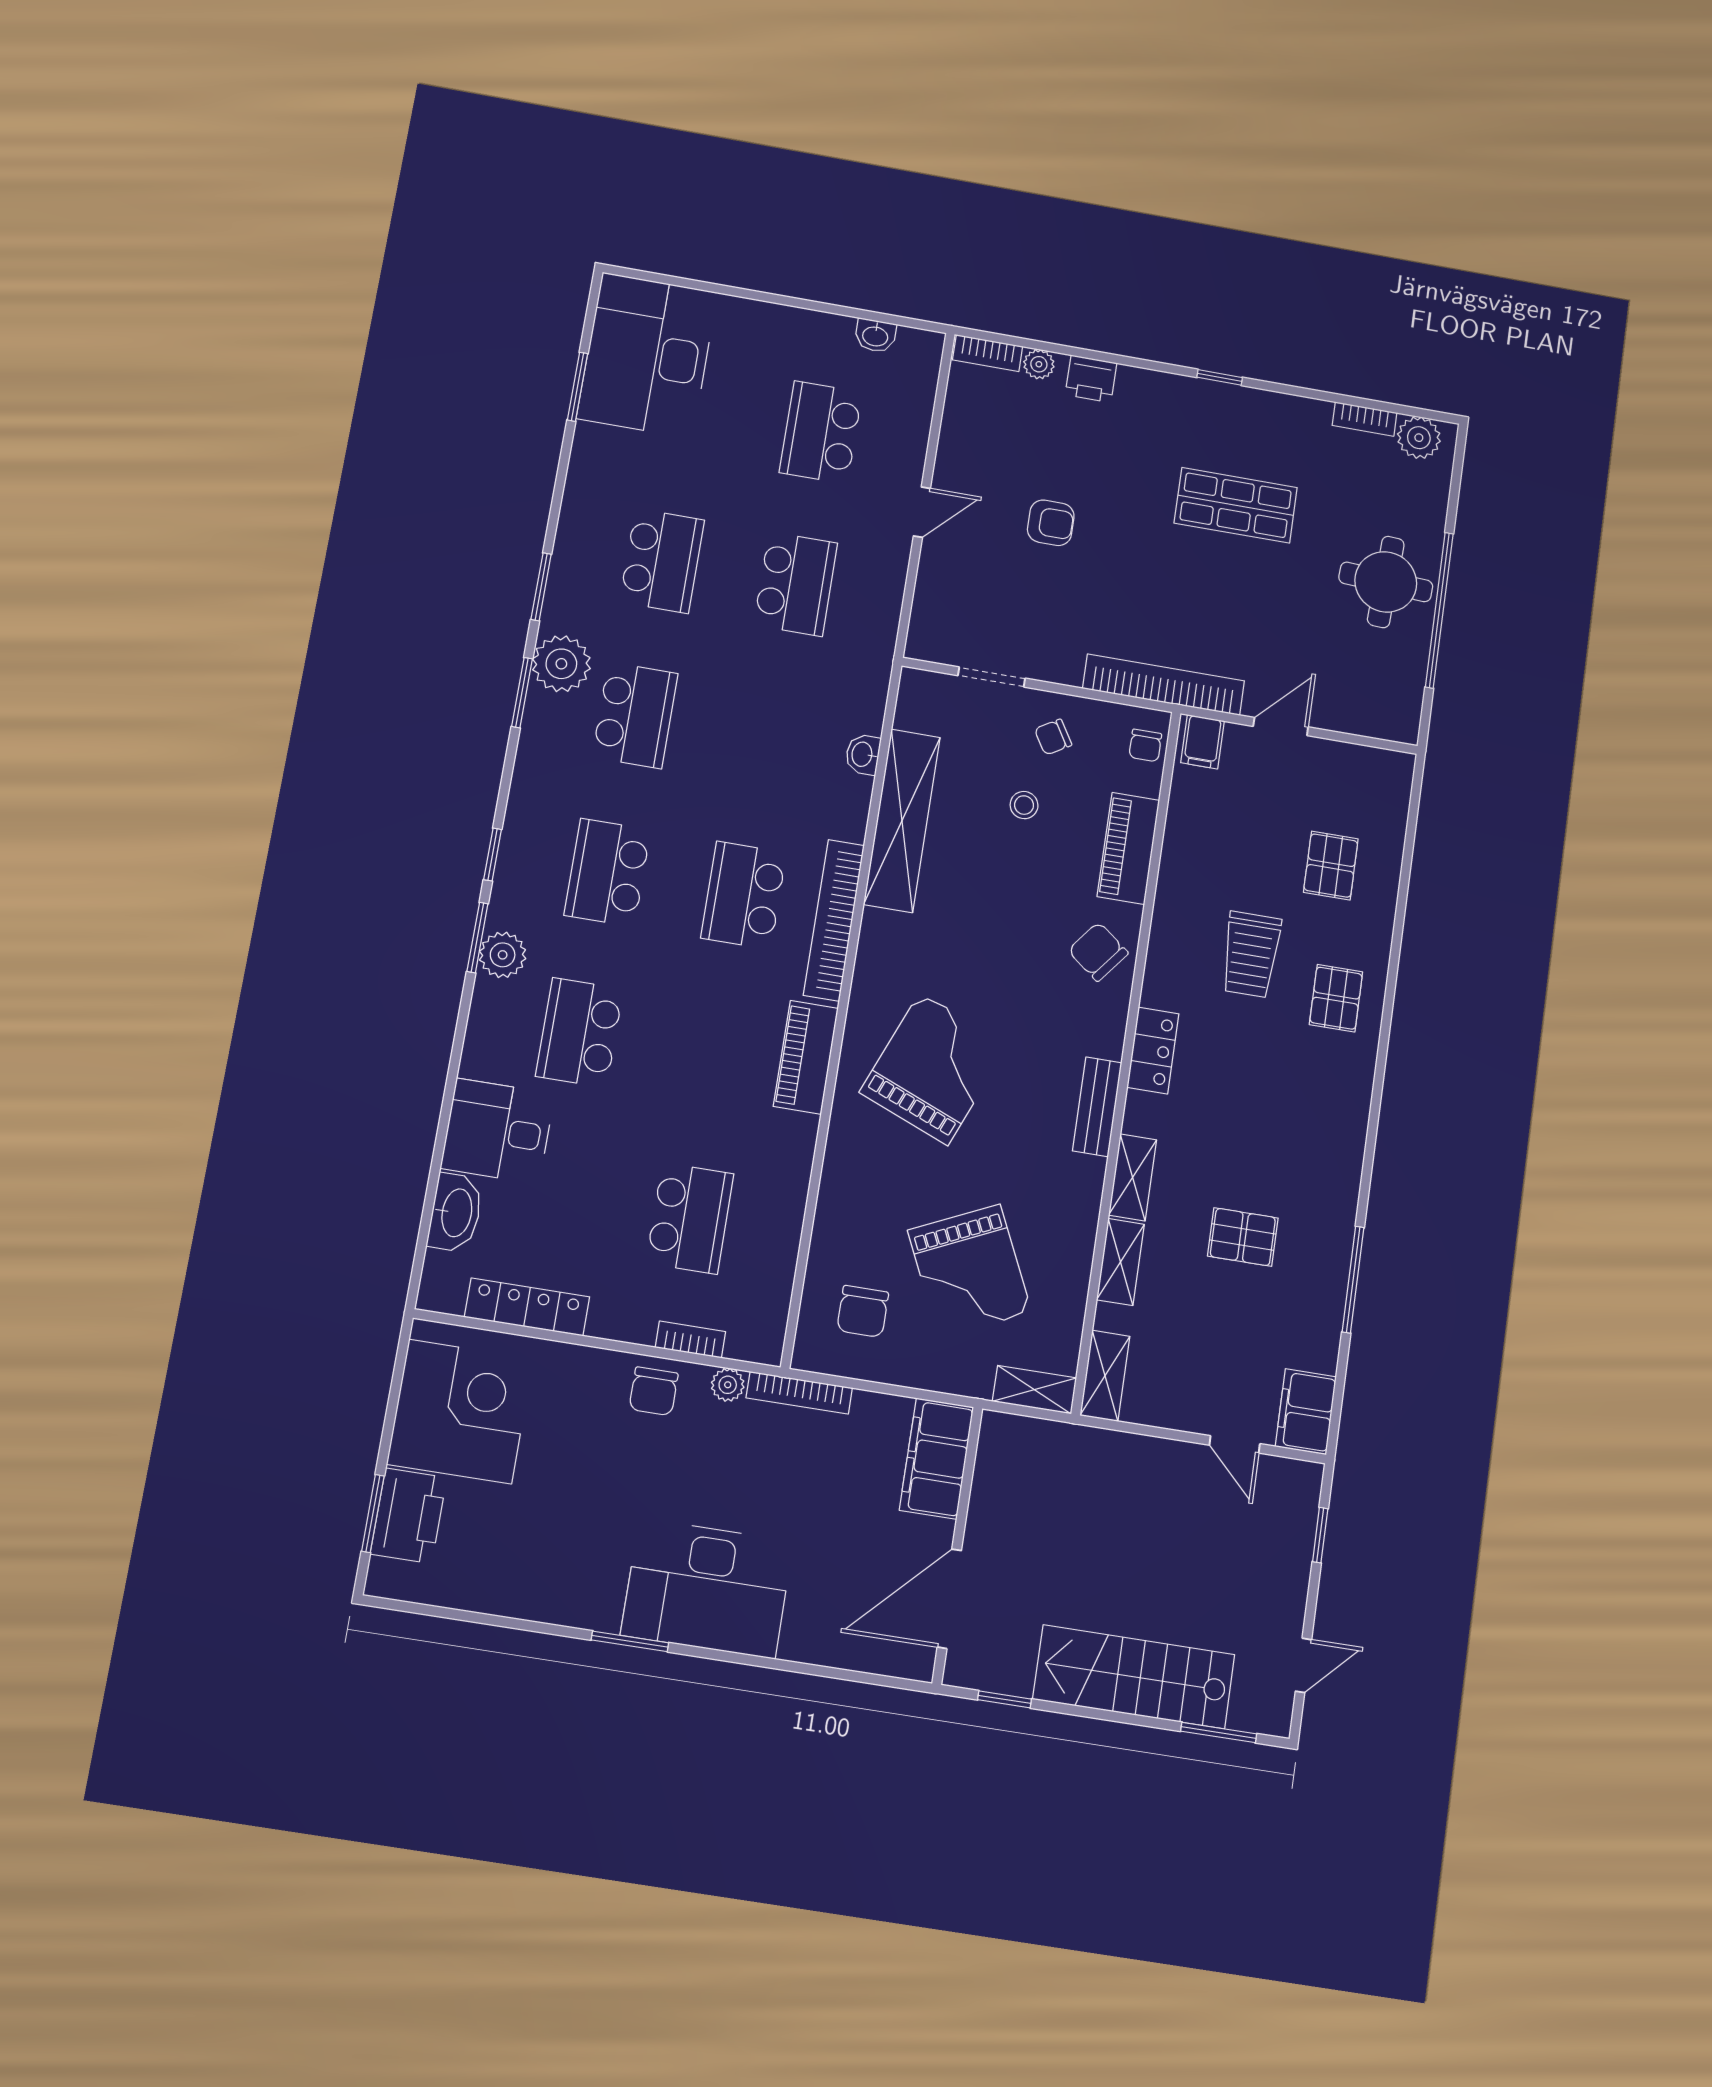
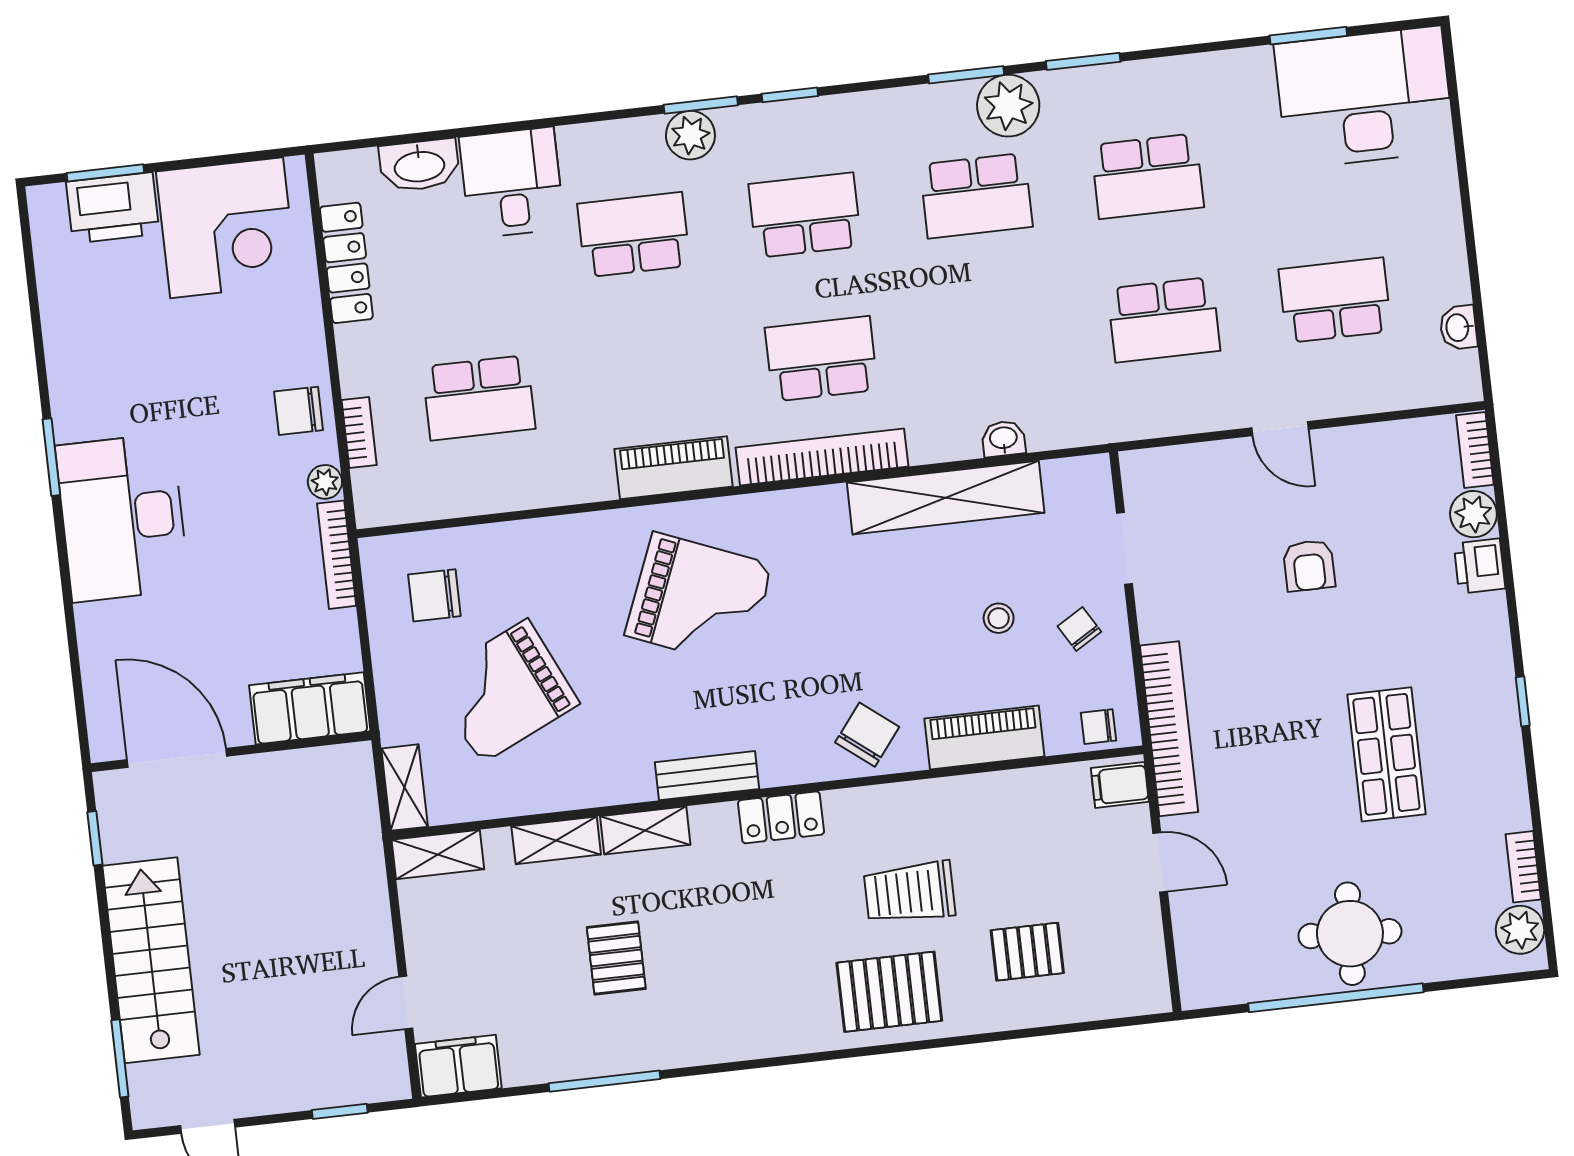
plant: (1039, 364) -> (1473, 514), width x1.38, depth x1.38
pallet: (1336, 998) -> (889, 992), width x1.50, depth x1.42

